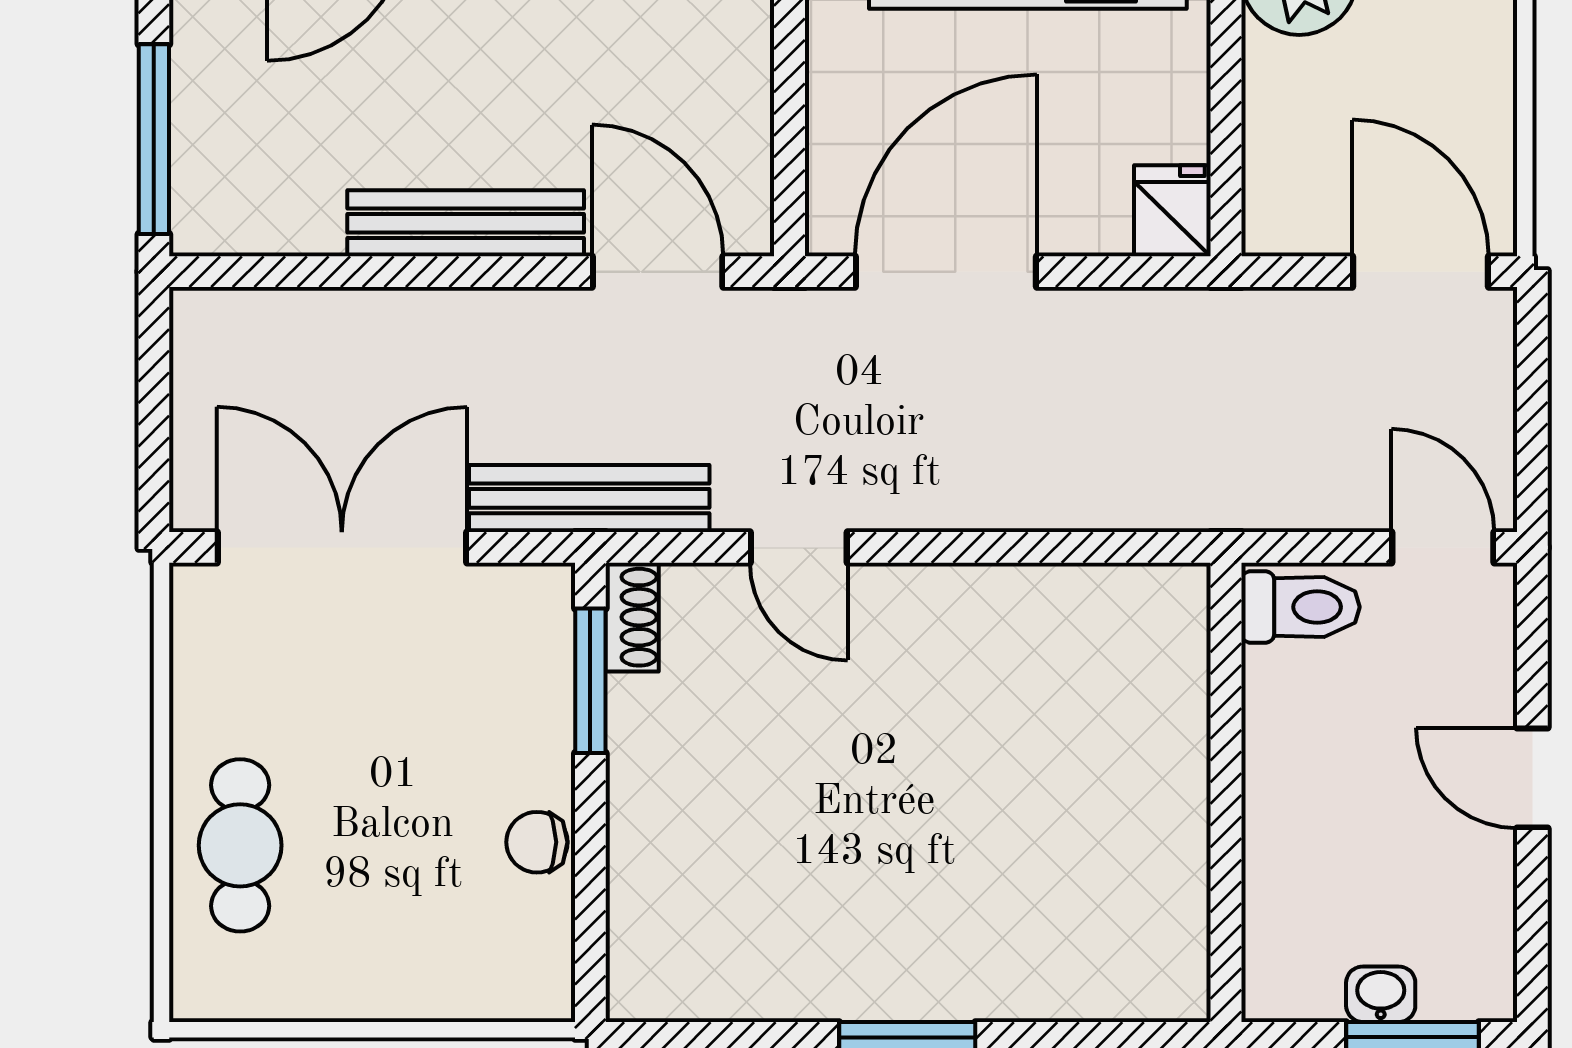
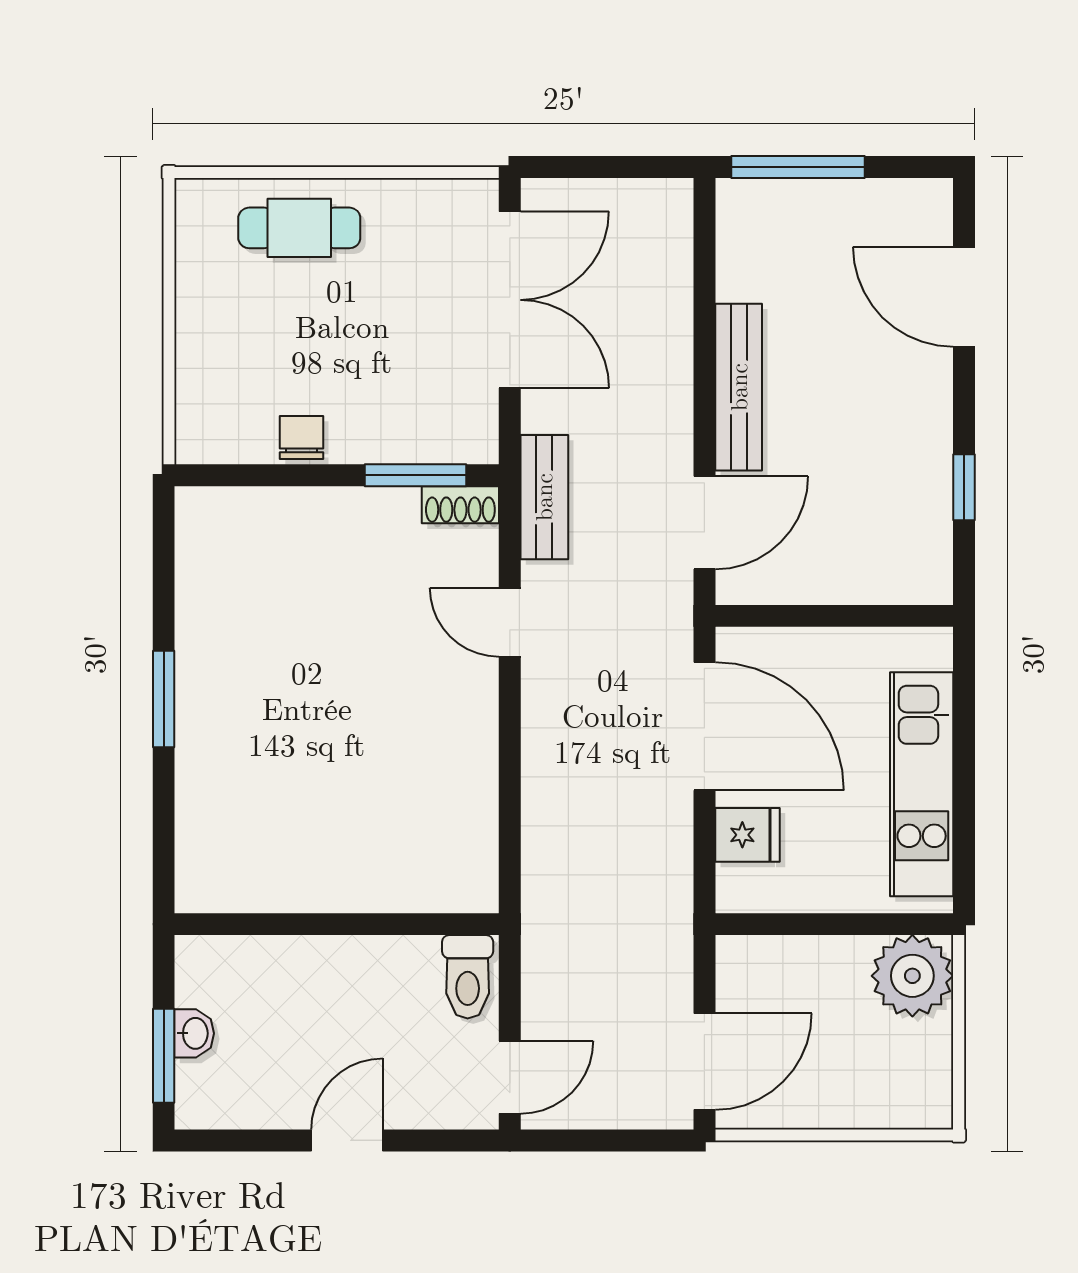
fridge: (1172, 211) -> (747, 835), moved
bench: (589, 498) -> (544, 497), width x0.73
door: (799, 547) -> (510, 622), hinge flipped

